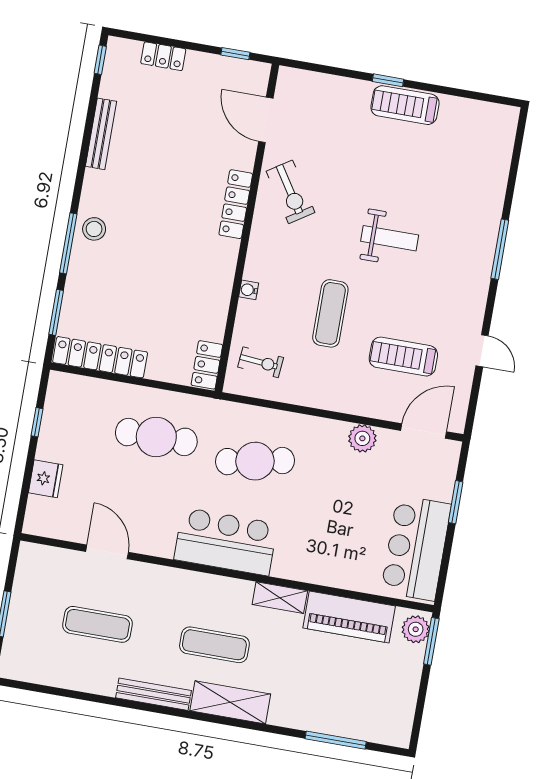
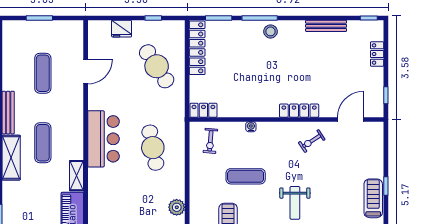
exercise bike: (290, 192) -> (312, 141), width x0.73, depth x0.72
cafe table: (156, 437) -> (157, 66), moved, turned -33

